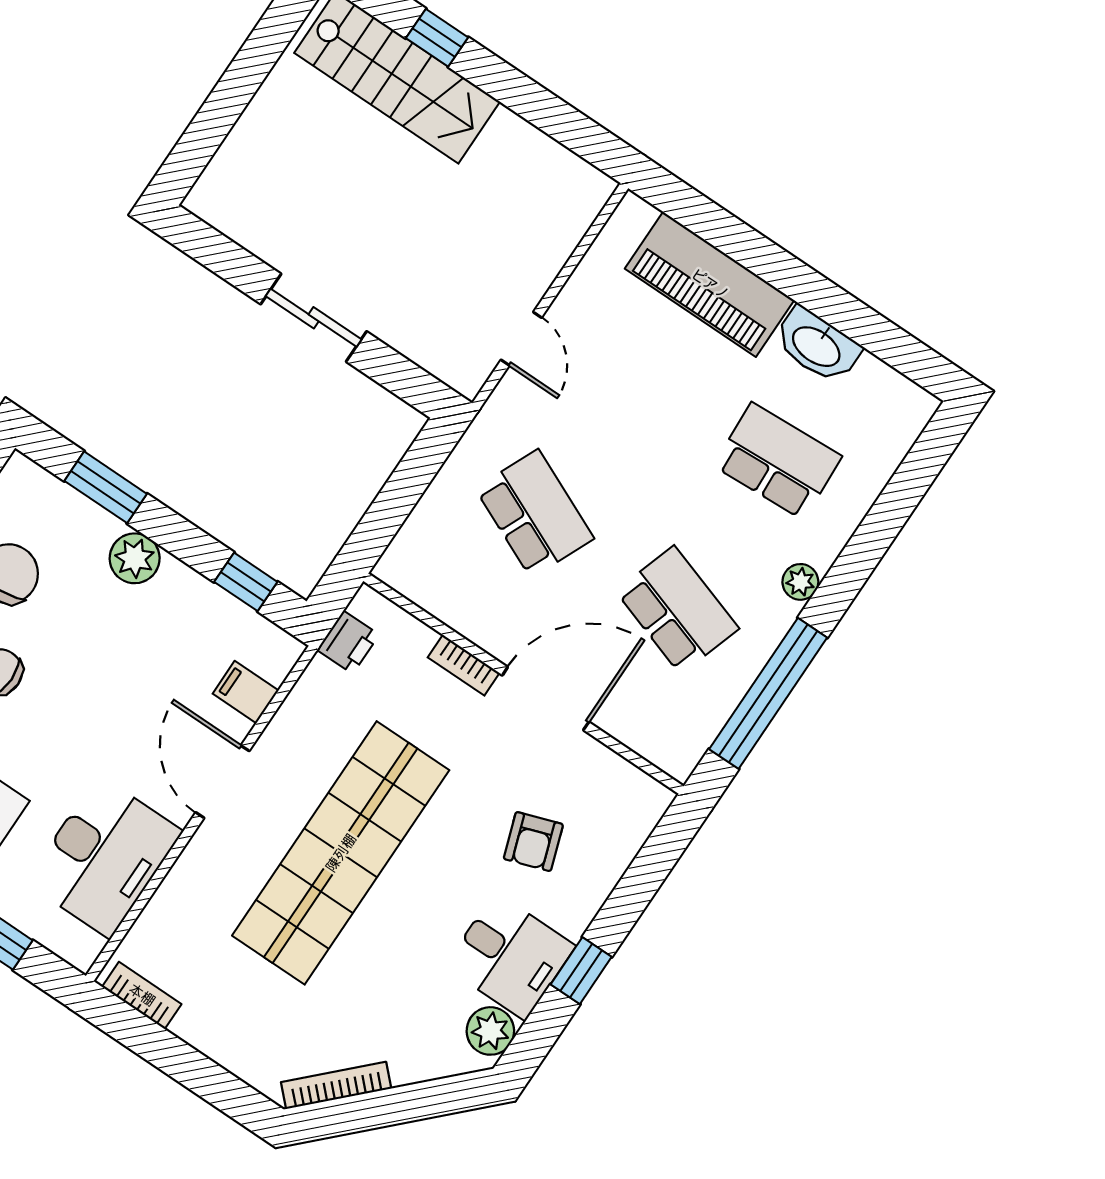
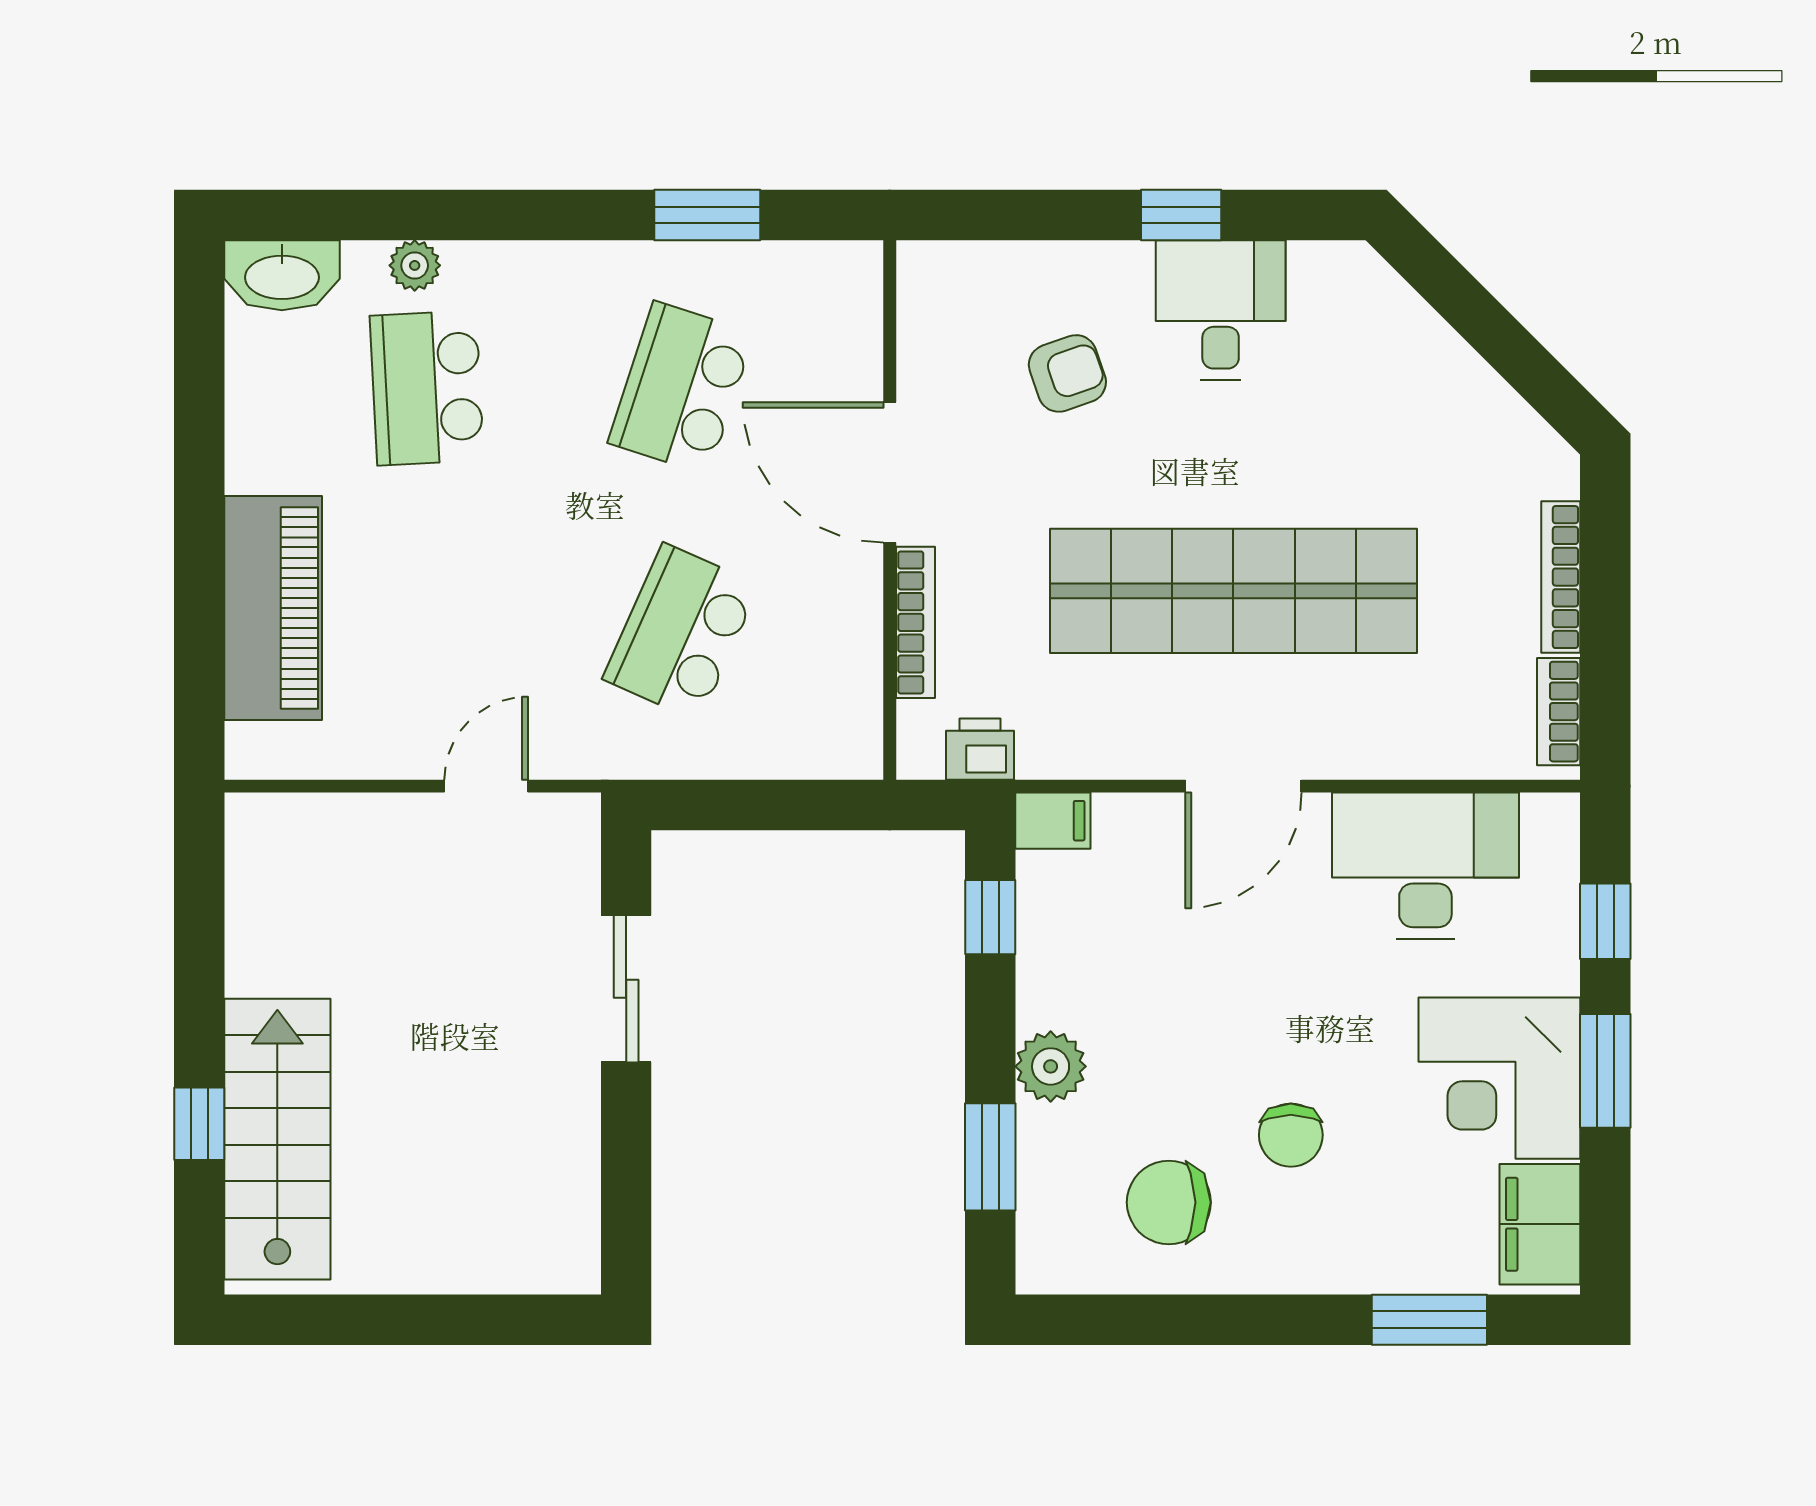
sliding door: (314, 318) -> (626, 989), moved
washbasin: (817, 345) -> (282, 275), moved, turned 90
plant: (800, 582) -> (415, 265), moved
bookcase: (464, 665) -> (915, 622), width x1.56
filing cabinet: (246, 692) -> (1053, 821), moved, turned -90
window: (768, 693) -> (707, 215), width x0.47
plant: (490, 1031) -> (1324, 274), removed
bookcase: (336, 1085) -> (1561, 577), moved, turned 45

